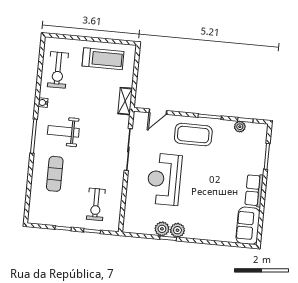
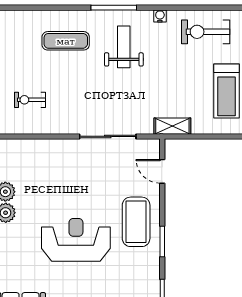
plant: (240, 127) -> (153, 283), removed
reception desk: (164, 179) -> (76, 240), moved
exercise bike: (96, 204) -> (30, 100), width x0.73, depth x0.72

